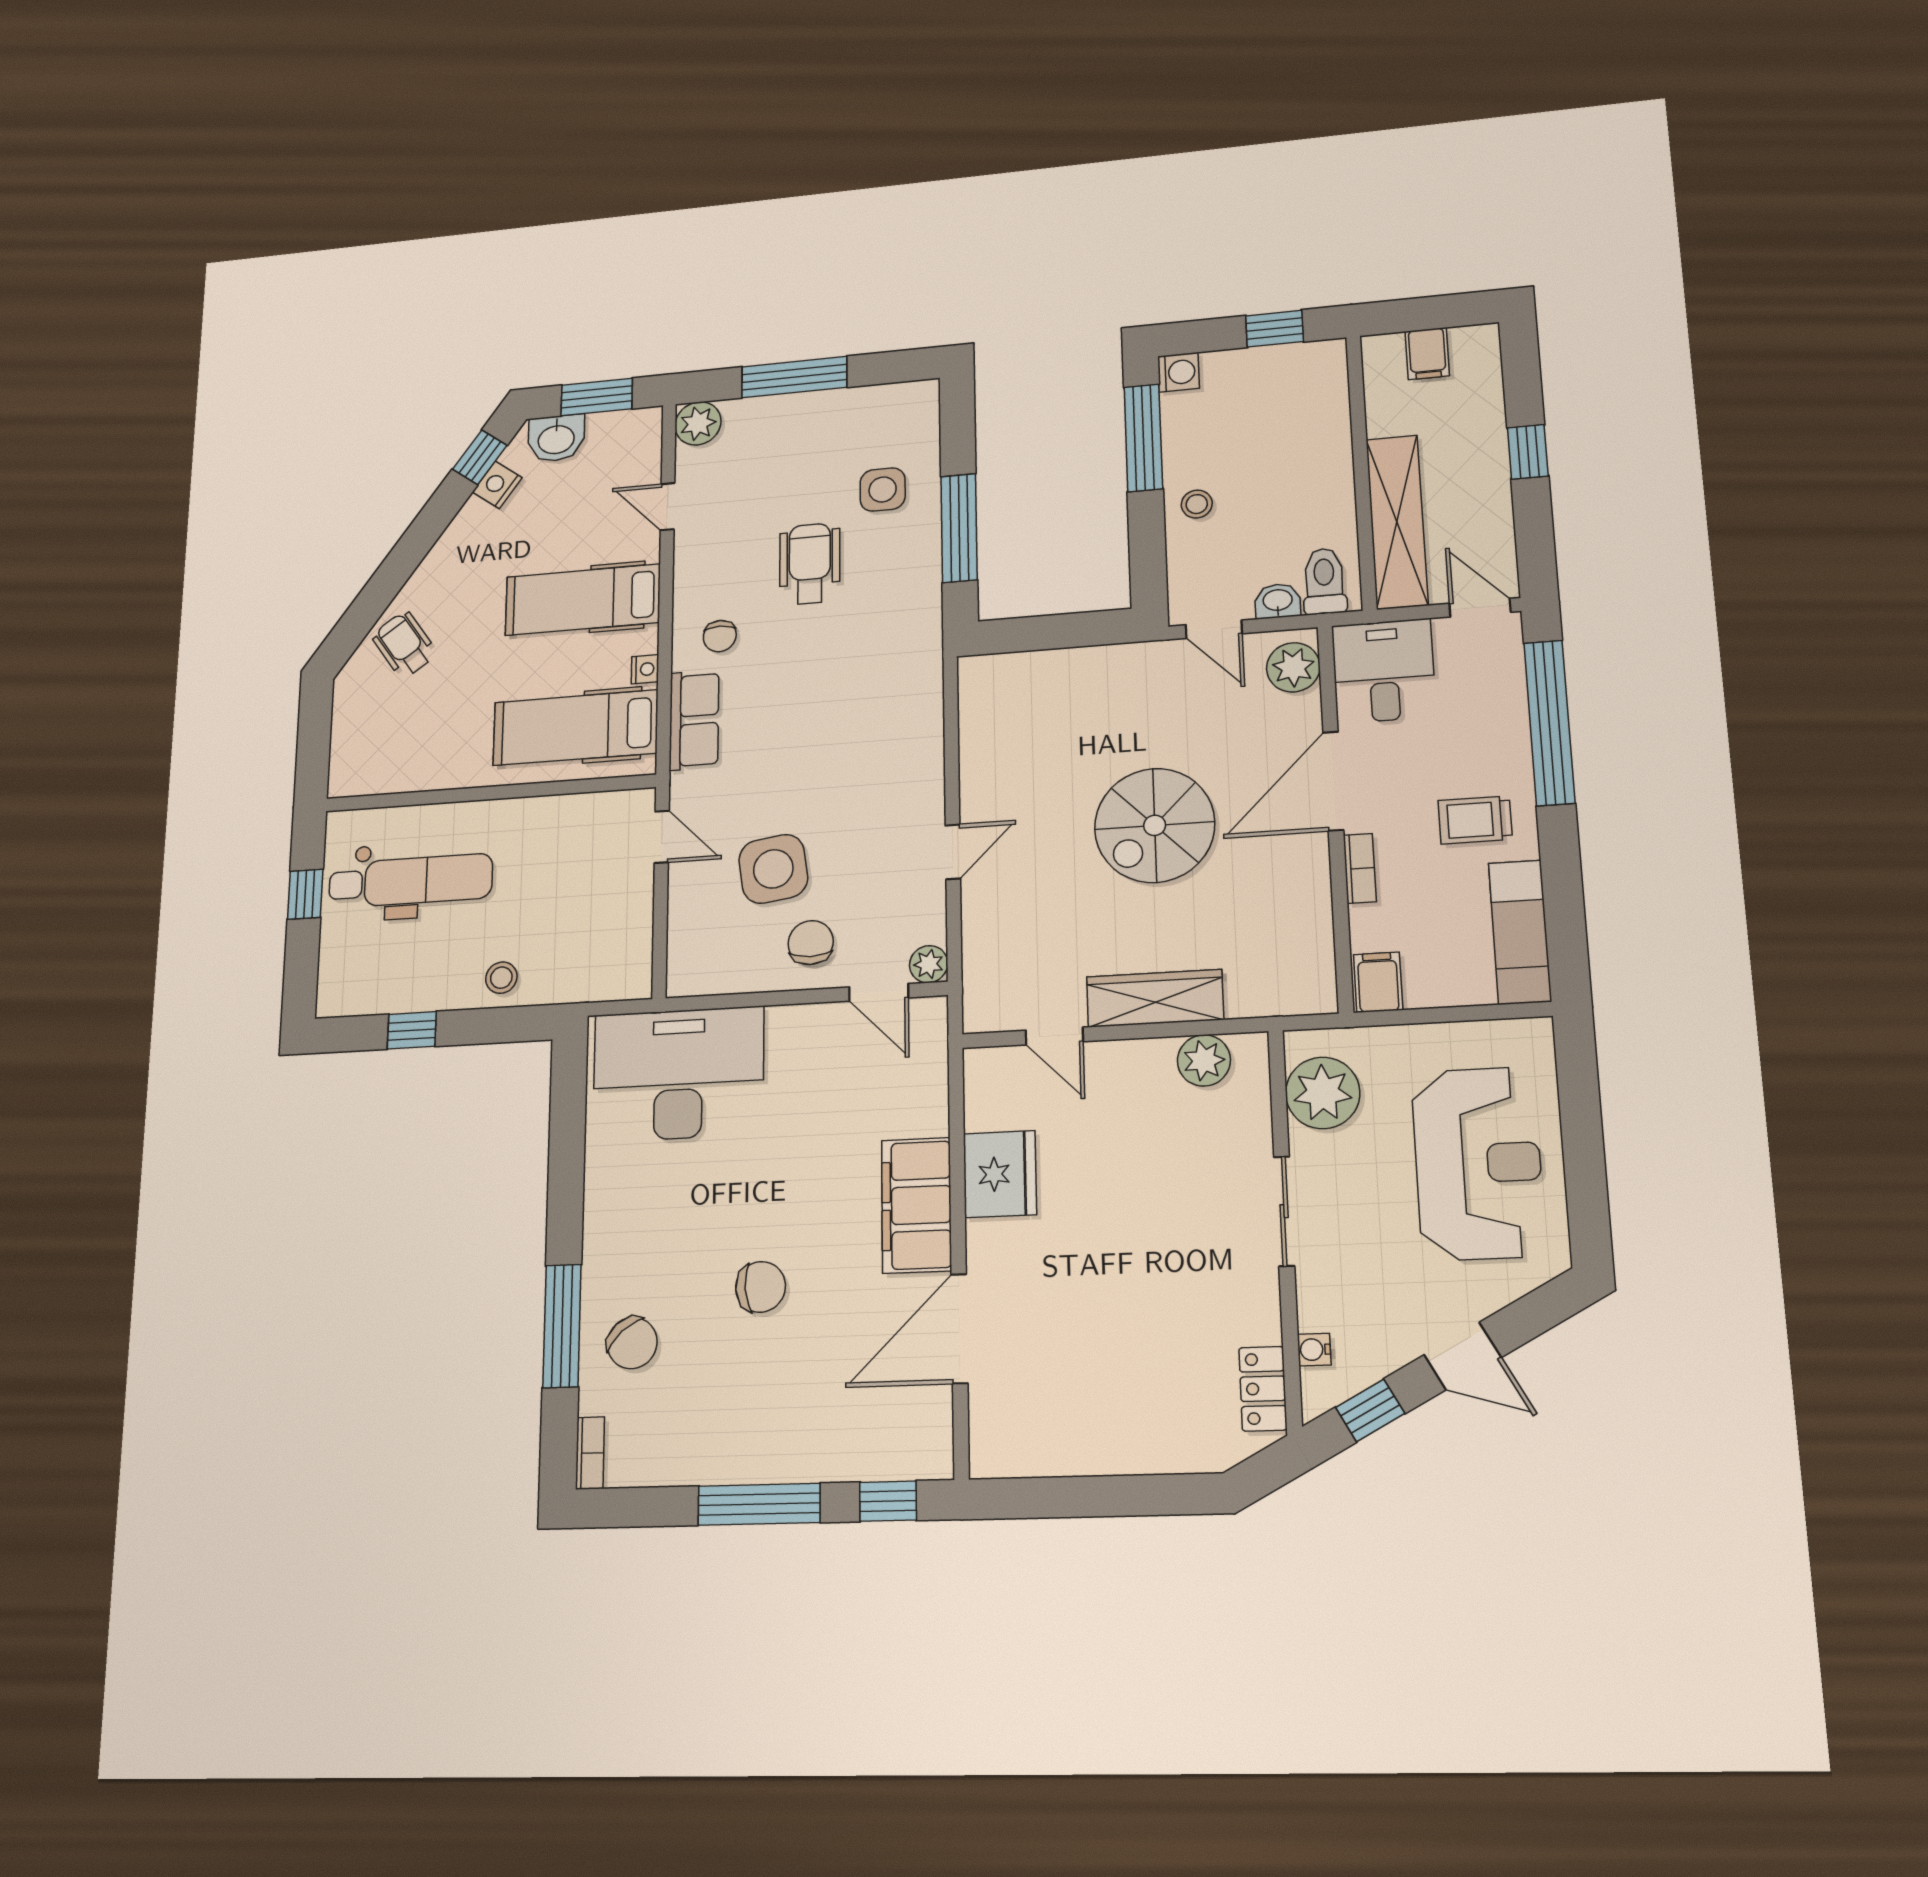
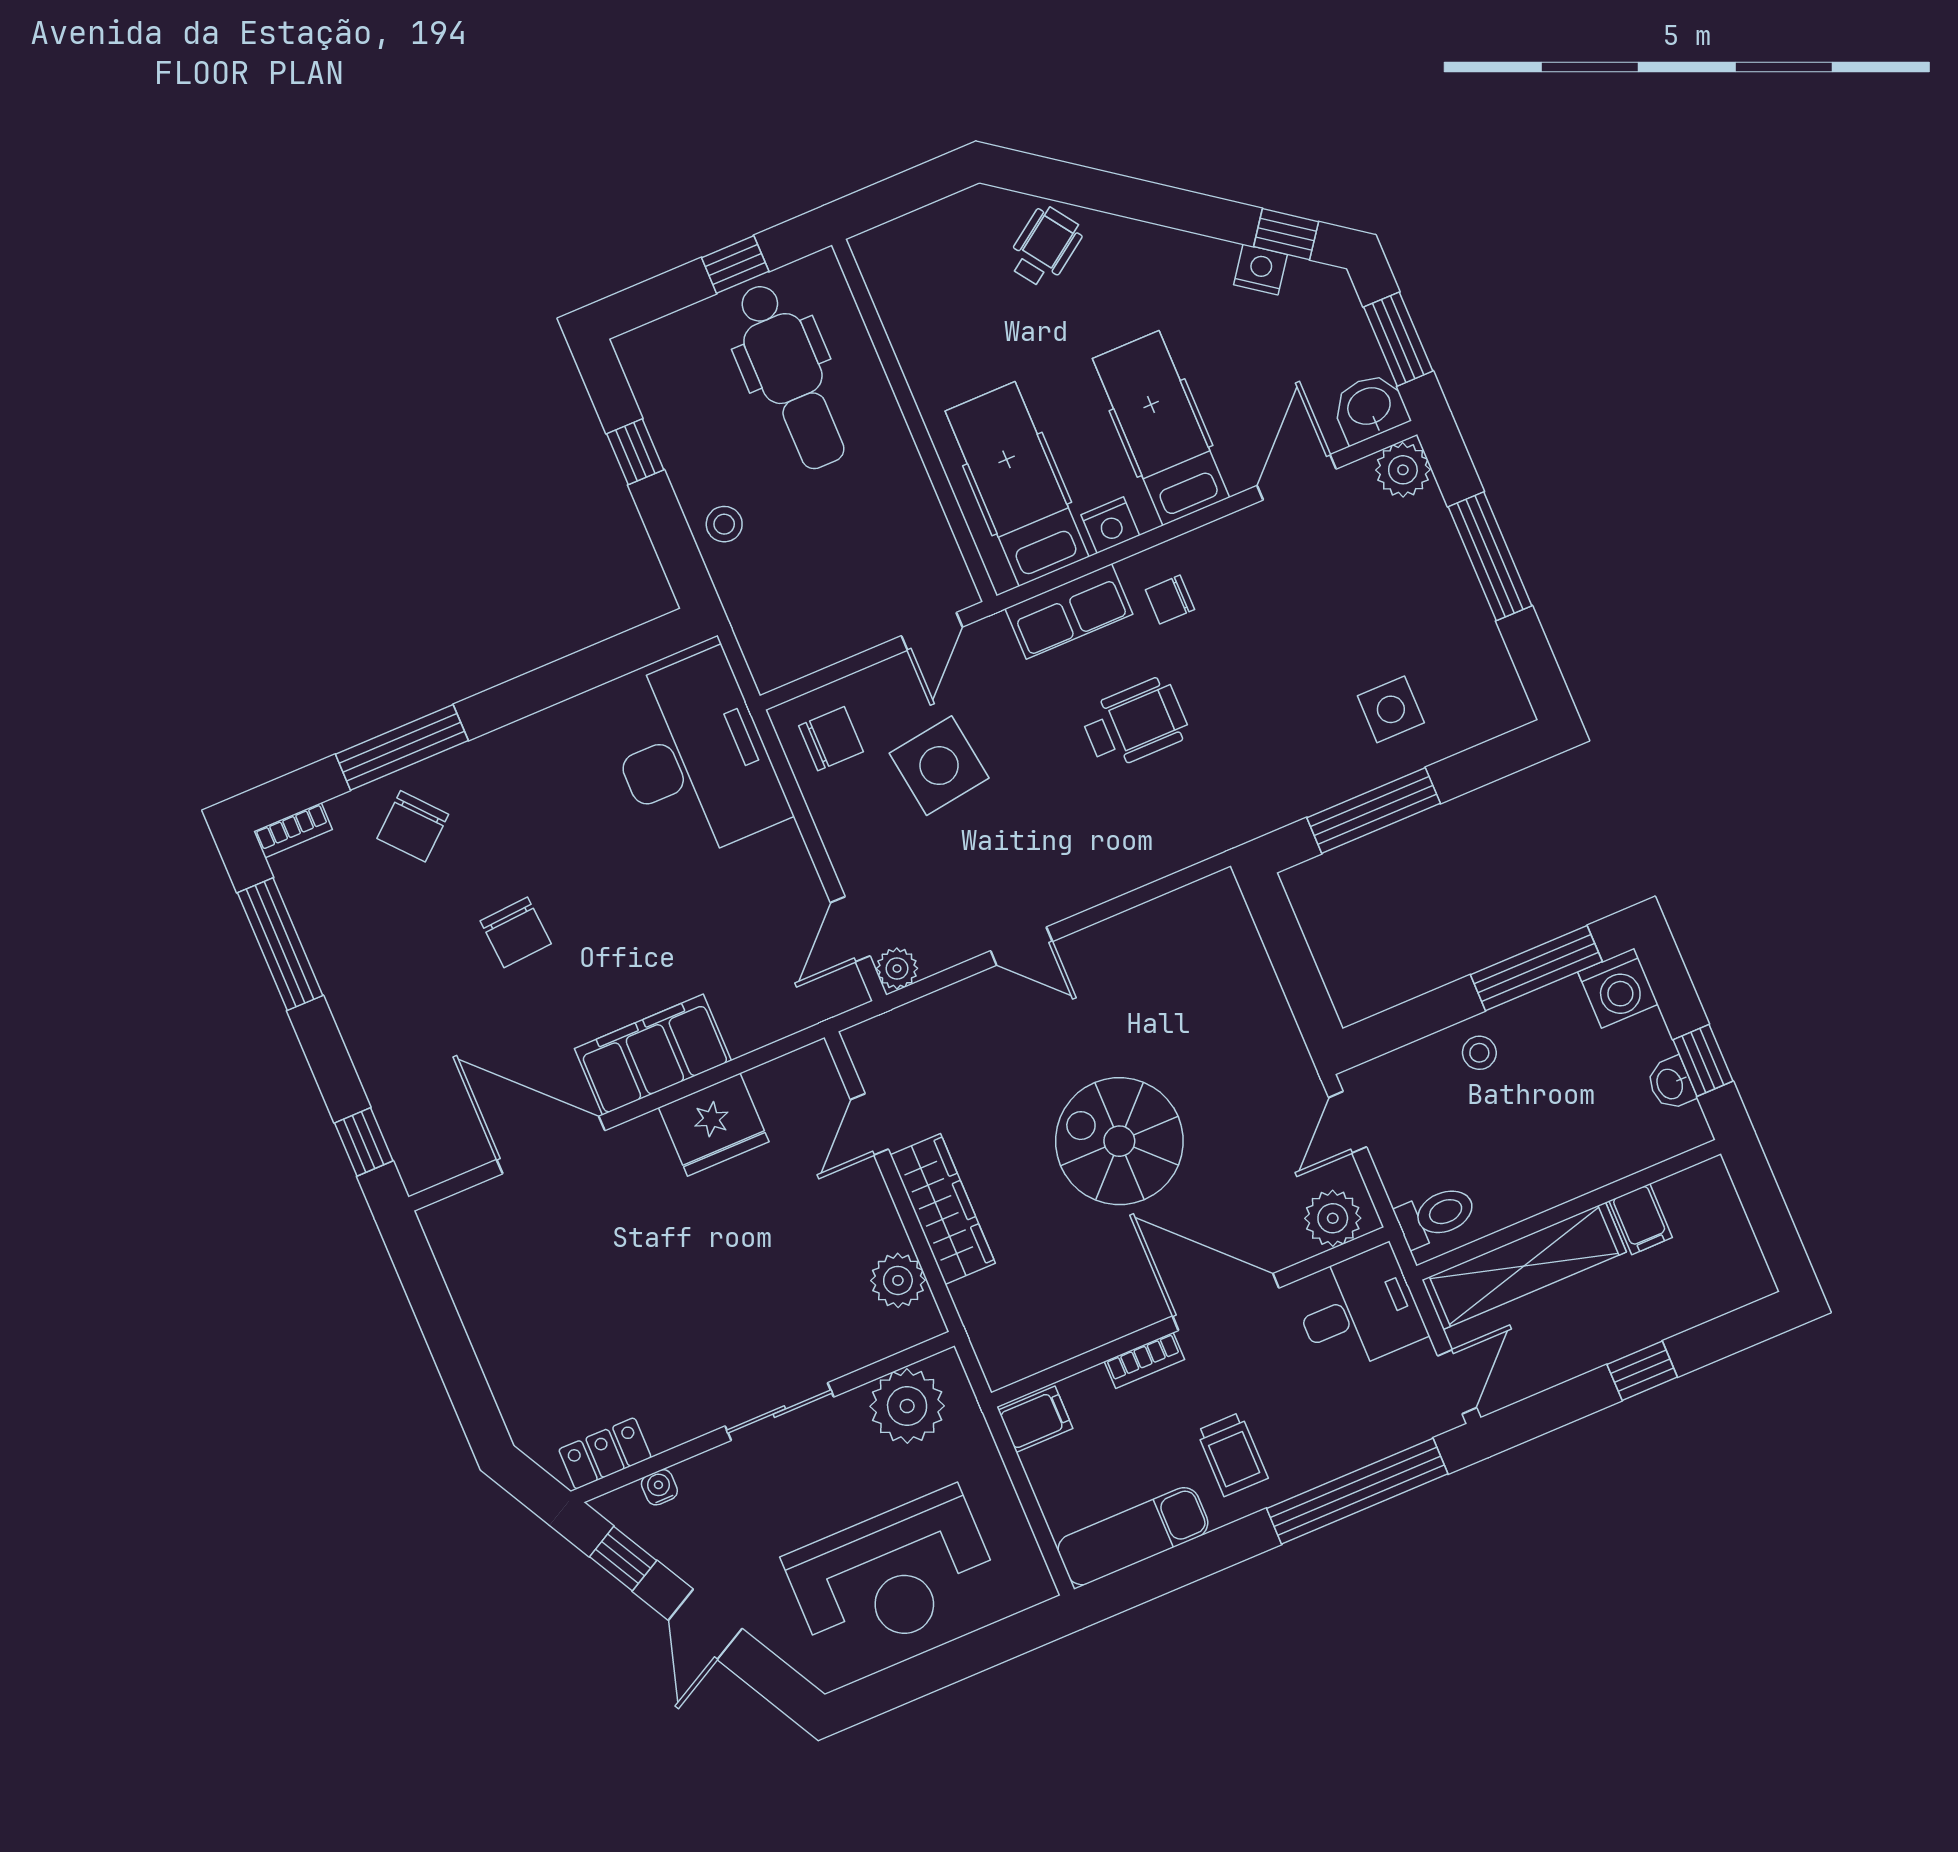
filing cabinet: (1427, 354) -> (1641, 1219), moved, turned -90
washing machine: (1178, 372) -> (1618, 988), width x1.38, depth x1.38
washbasin: (556, 438) -> (1370, 408), moved, turned 90
door: (668, 507) -> (1297, 477), width x1.38
wheelchair: (810, 564) -> (1135, 723), moved
washbasin: (1278, 601) -> (1671, 1084), moved, turned 180
nightstand: (645, 669) -> (1110, 525), width x1.39, depth x1.35
trolley: (1475, 820) -> (1232, 1454), turned 180
chair: (811, 943) -> (831, 739), moved
window: (759, 1504) -> (280, 944), moved

